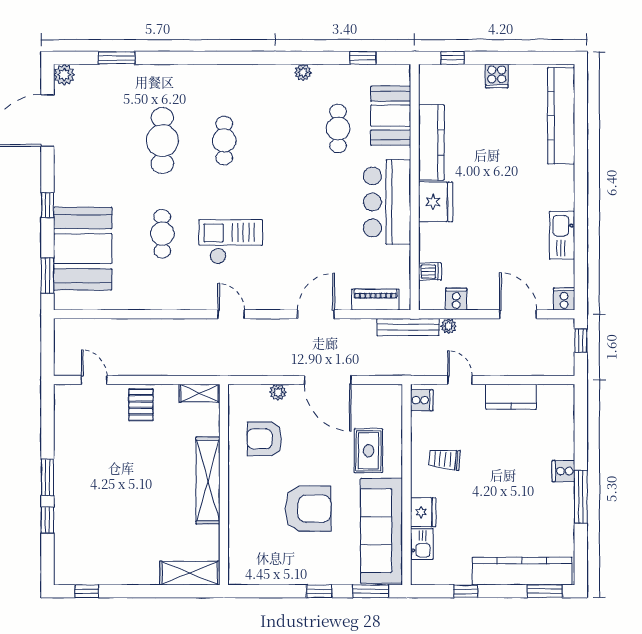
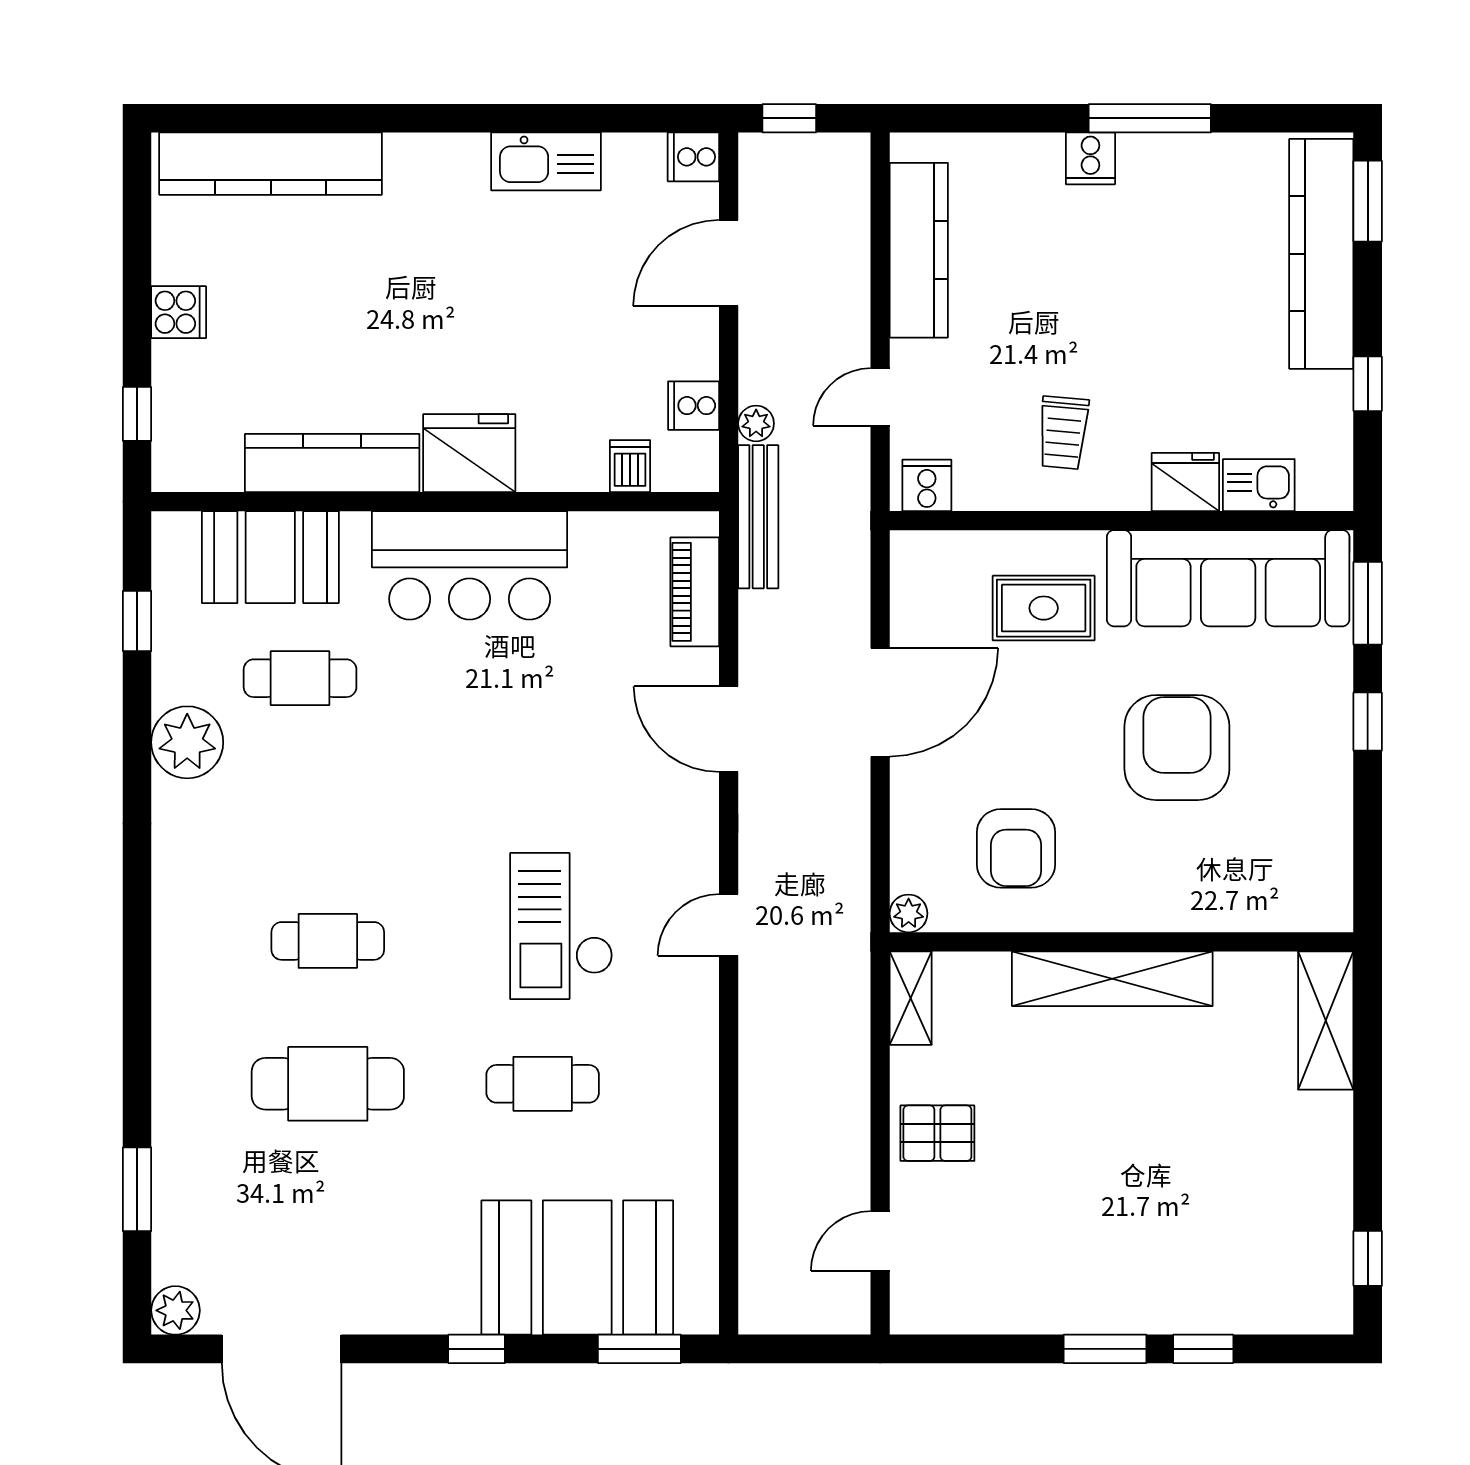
plant: (303, 72) -> (187, 742), width x1.87, depth x1.87
plant: (278, 392) -> (909, 913), moved
kitchen counter: (511, 397) -> (919, 250), width x1.50

